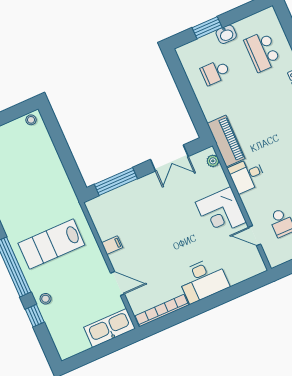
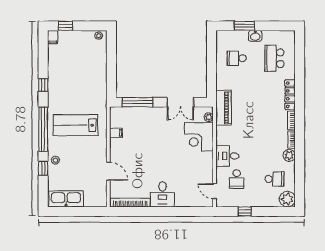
desk: (247, 175) -> (227, 156), moved
corner desk: (221, 212) -> (199, 137), moved
door: (254, 236) -> (215, 191), moved
filing cabinet: (112, 245) -> (116, 133), moved
desk: (203, 280) -> (162, 194), width x0.73
kitchen sink: (110, 328) -> (66, 199), moved

